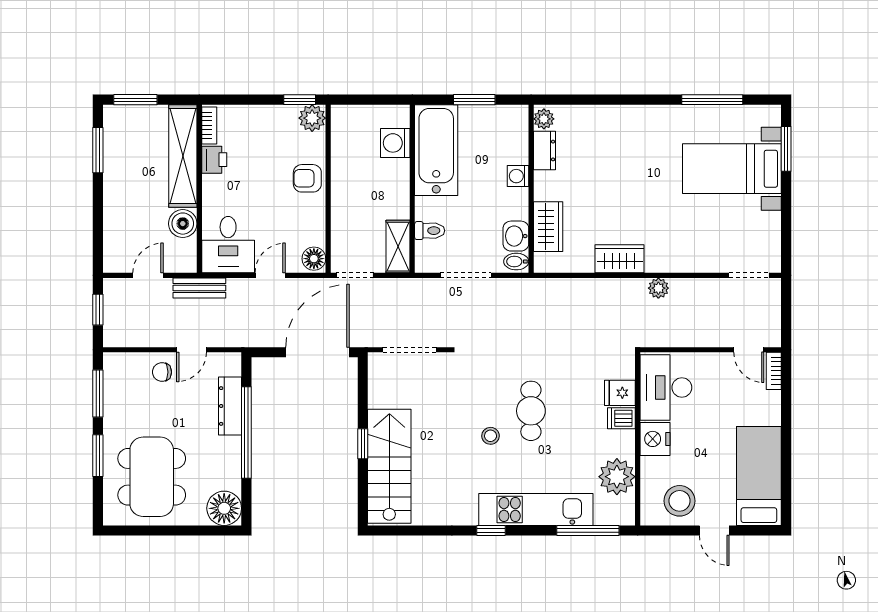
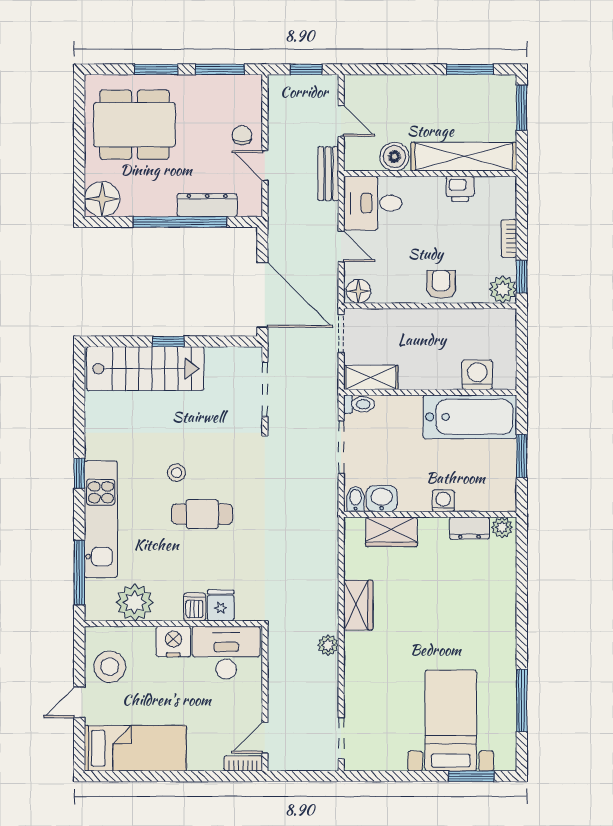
bookcase: (209, 125) -> (509, 239), moved, turned 90
toilet: (430, 231) -> (359, 404), moved, turned -90

